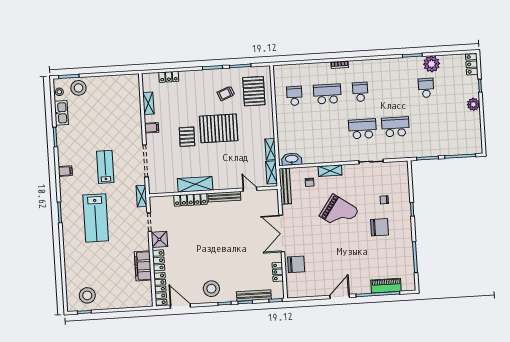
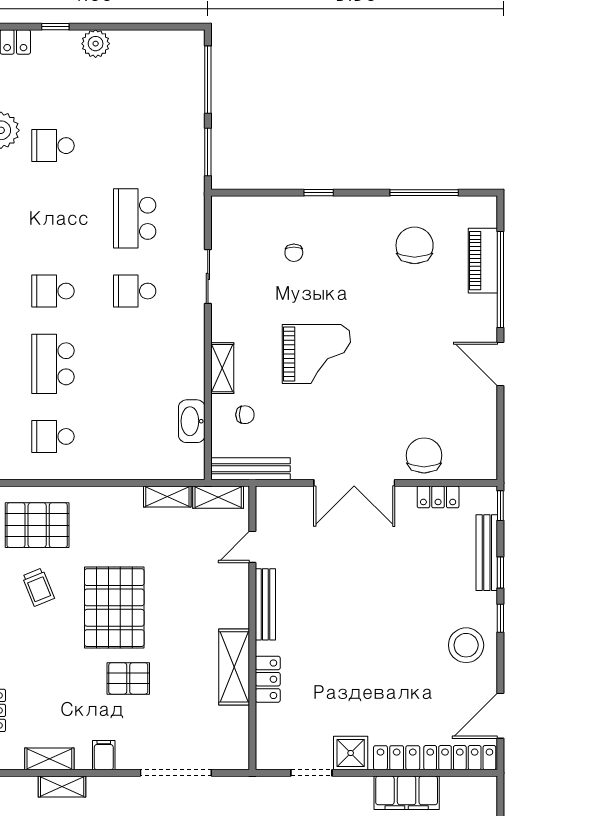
school desk: (362, 129) -> (135, 291), width x0.54
washbasin: (292, 159) -> (192, 421), moved
shelving: (142, 196) -> (62, 787), moved
locker: (191, 200) -> (268, 679), width x0.66
grand piano: (339, 213) -> (316, 354), turned 55
chair: (380, 227) -> (415, 245), moved

